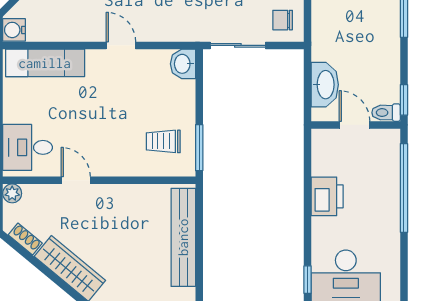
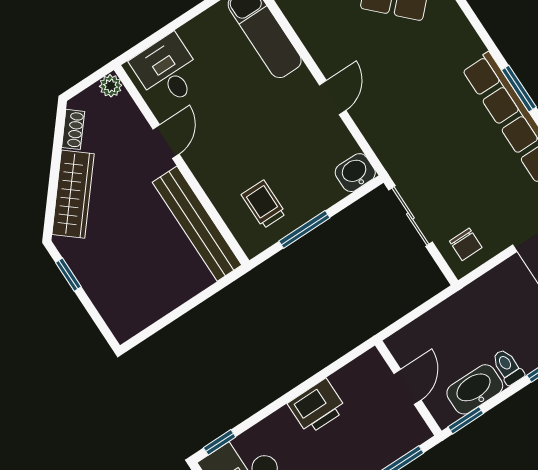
chair: (283, 20) -> (466, 244), turned 180
washbasin: (325, 85) -> (475, 389), moved, turned 180
toilet: (386, 113) -> (508, 367), moved
window: (199, 148) -> (304, 229), moved
bench: (183, 237) -> (197, 224), moved, turned 90

